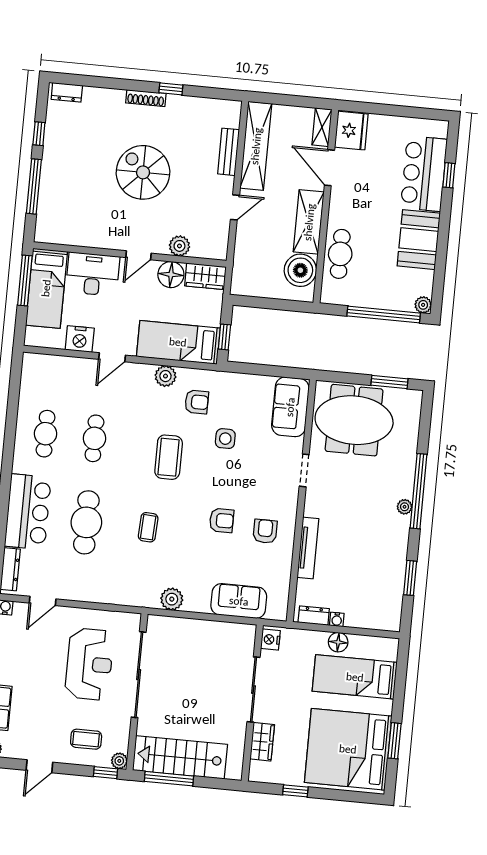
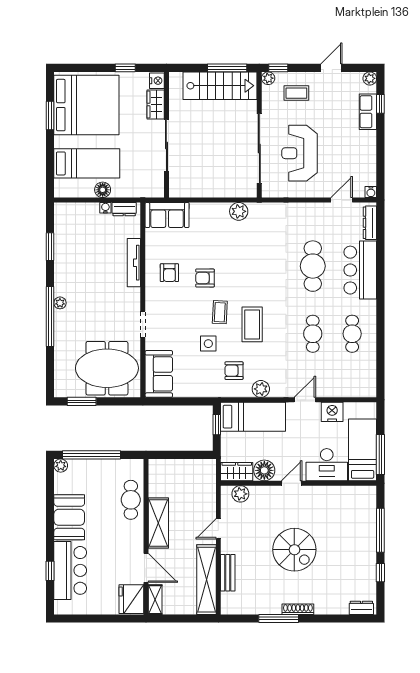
window: (171, 89) -> (279, 618), width x2.17
plant: (179, 246) -> (240, 494), moved
boiler: (300, 270) -> (161, 484), removed
coffee table: (148, 527) -> (220, 312), moved
sofa: (239, 601) -> (167, 215), moved
nightstand: (270, 640) -> (157, 81), moved

